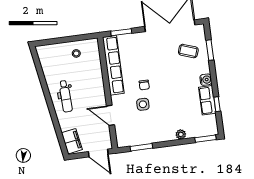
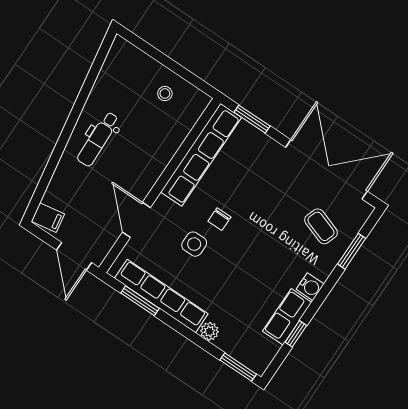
row of seats: (148, 137) -> (161, 296), added
filing cabinet: (72, 141) -> (48, 218), width x0.50

